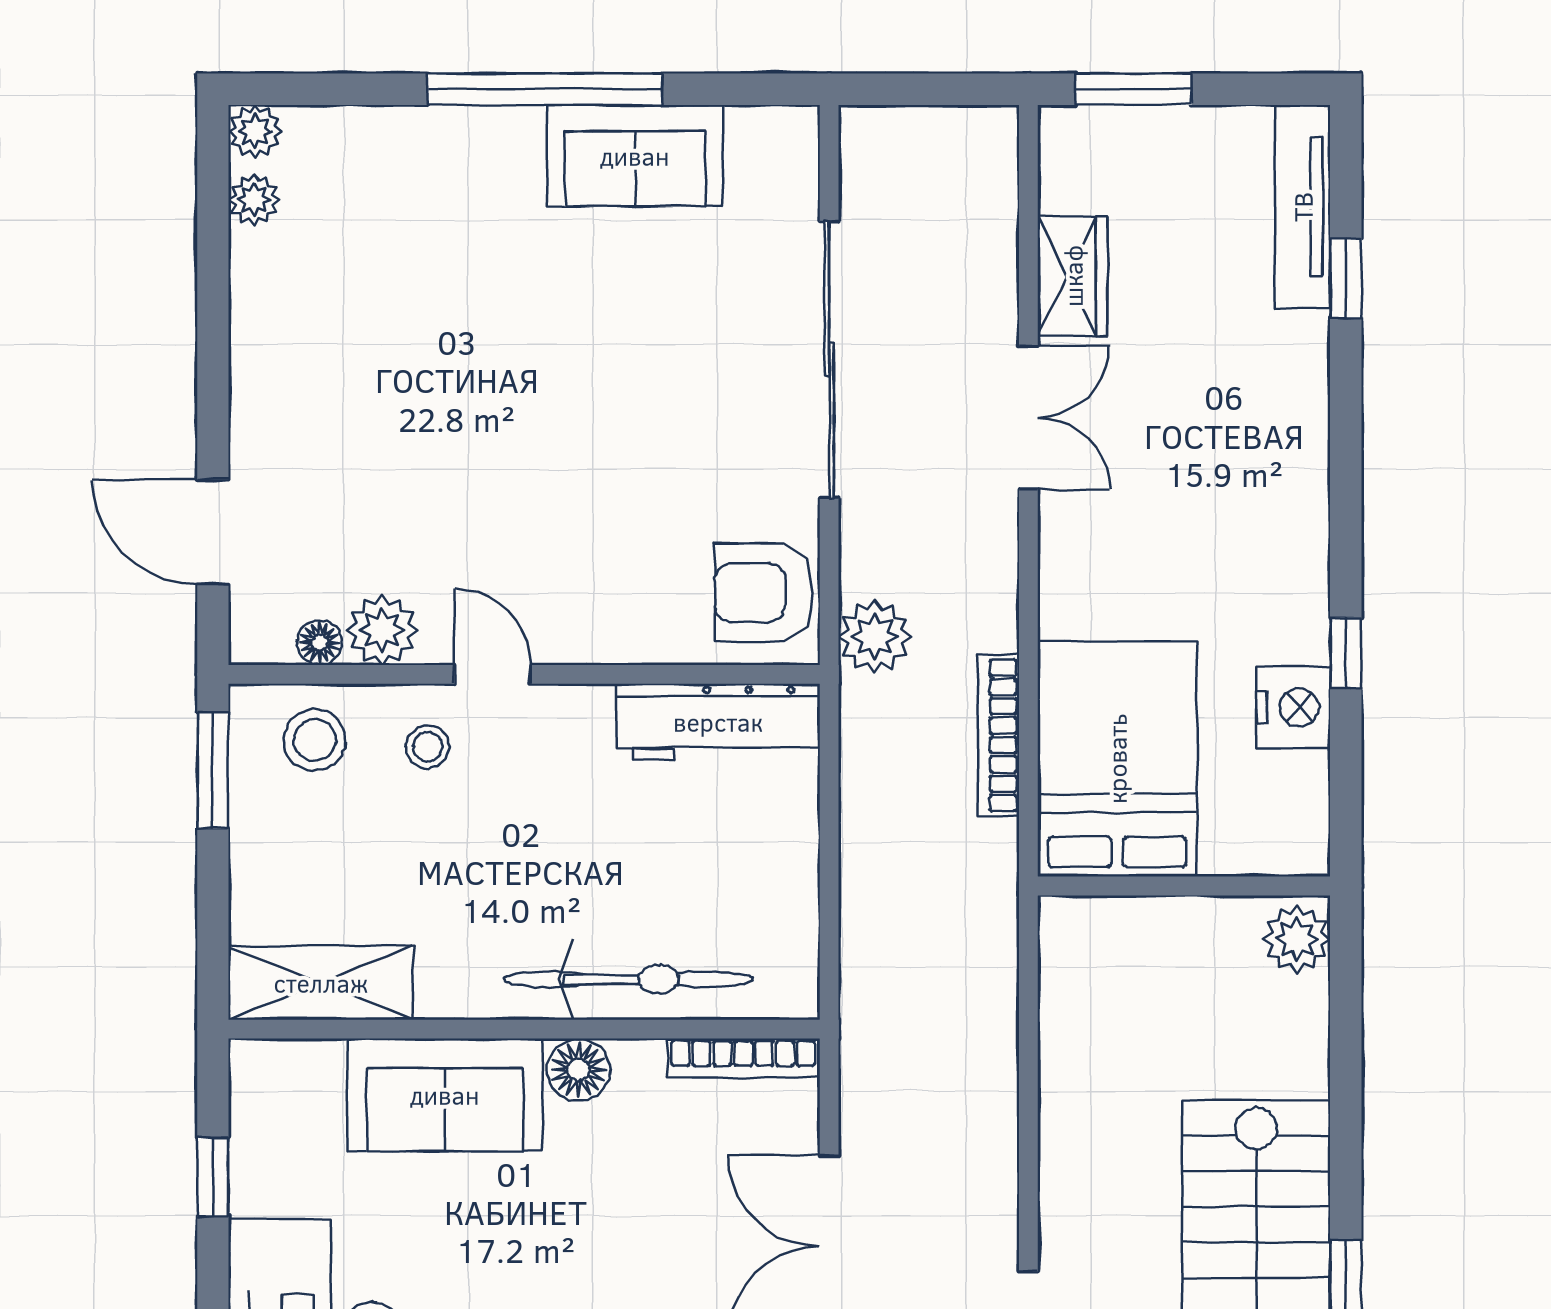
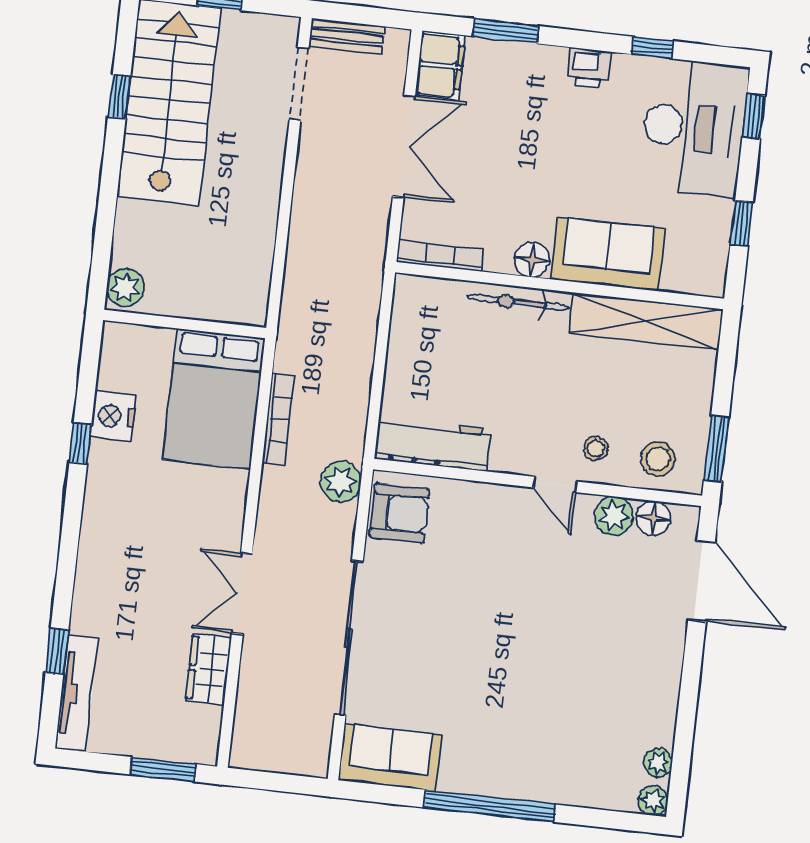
sofa: (635, 156) -> (390, 757), moved
door: (213, 532) -> (701, 581), width x1.36
floor lamp: (320, 643) -> (653, 518), width x1.37, depth x1.37
bicycle: (629, 979) -> (518, 302), width x0.73, depth x0.71
shelving: (321, 983) -> (646, 321), width x1.47

